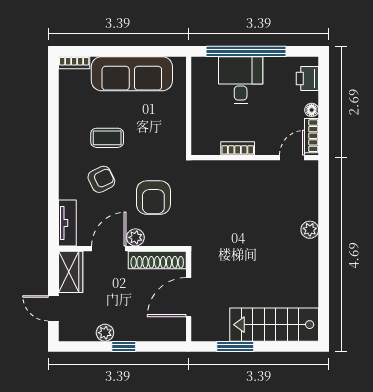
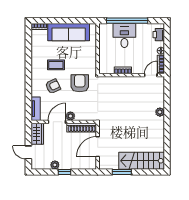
armchair: (153, 198) -> (80, 83), moved, turned 180

